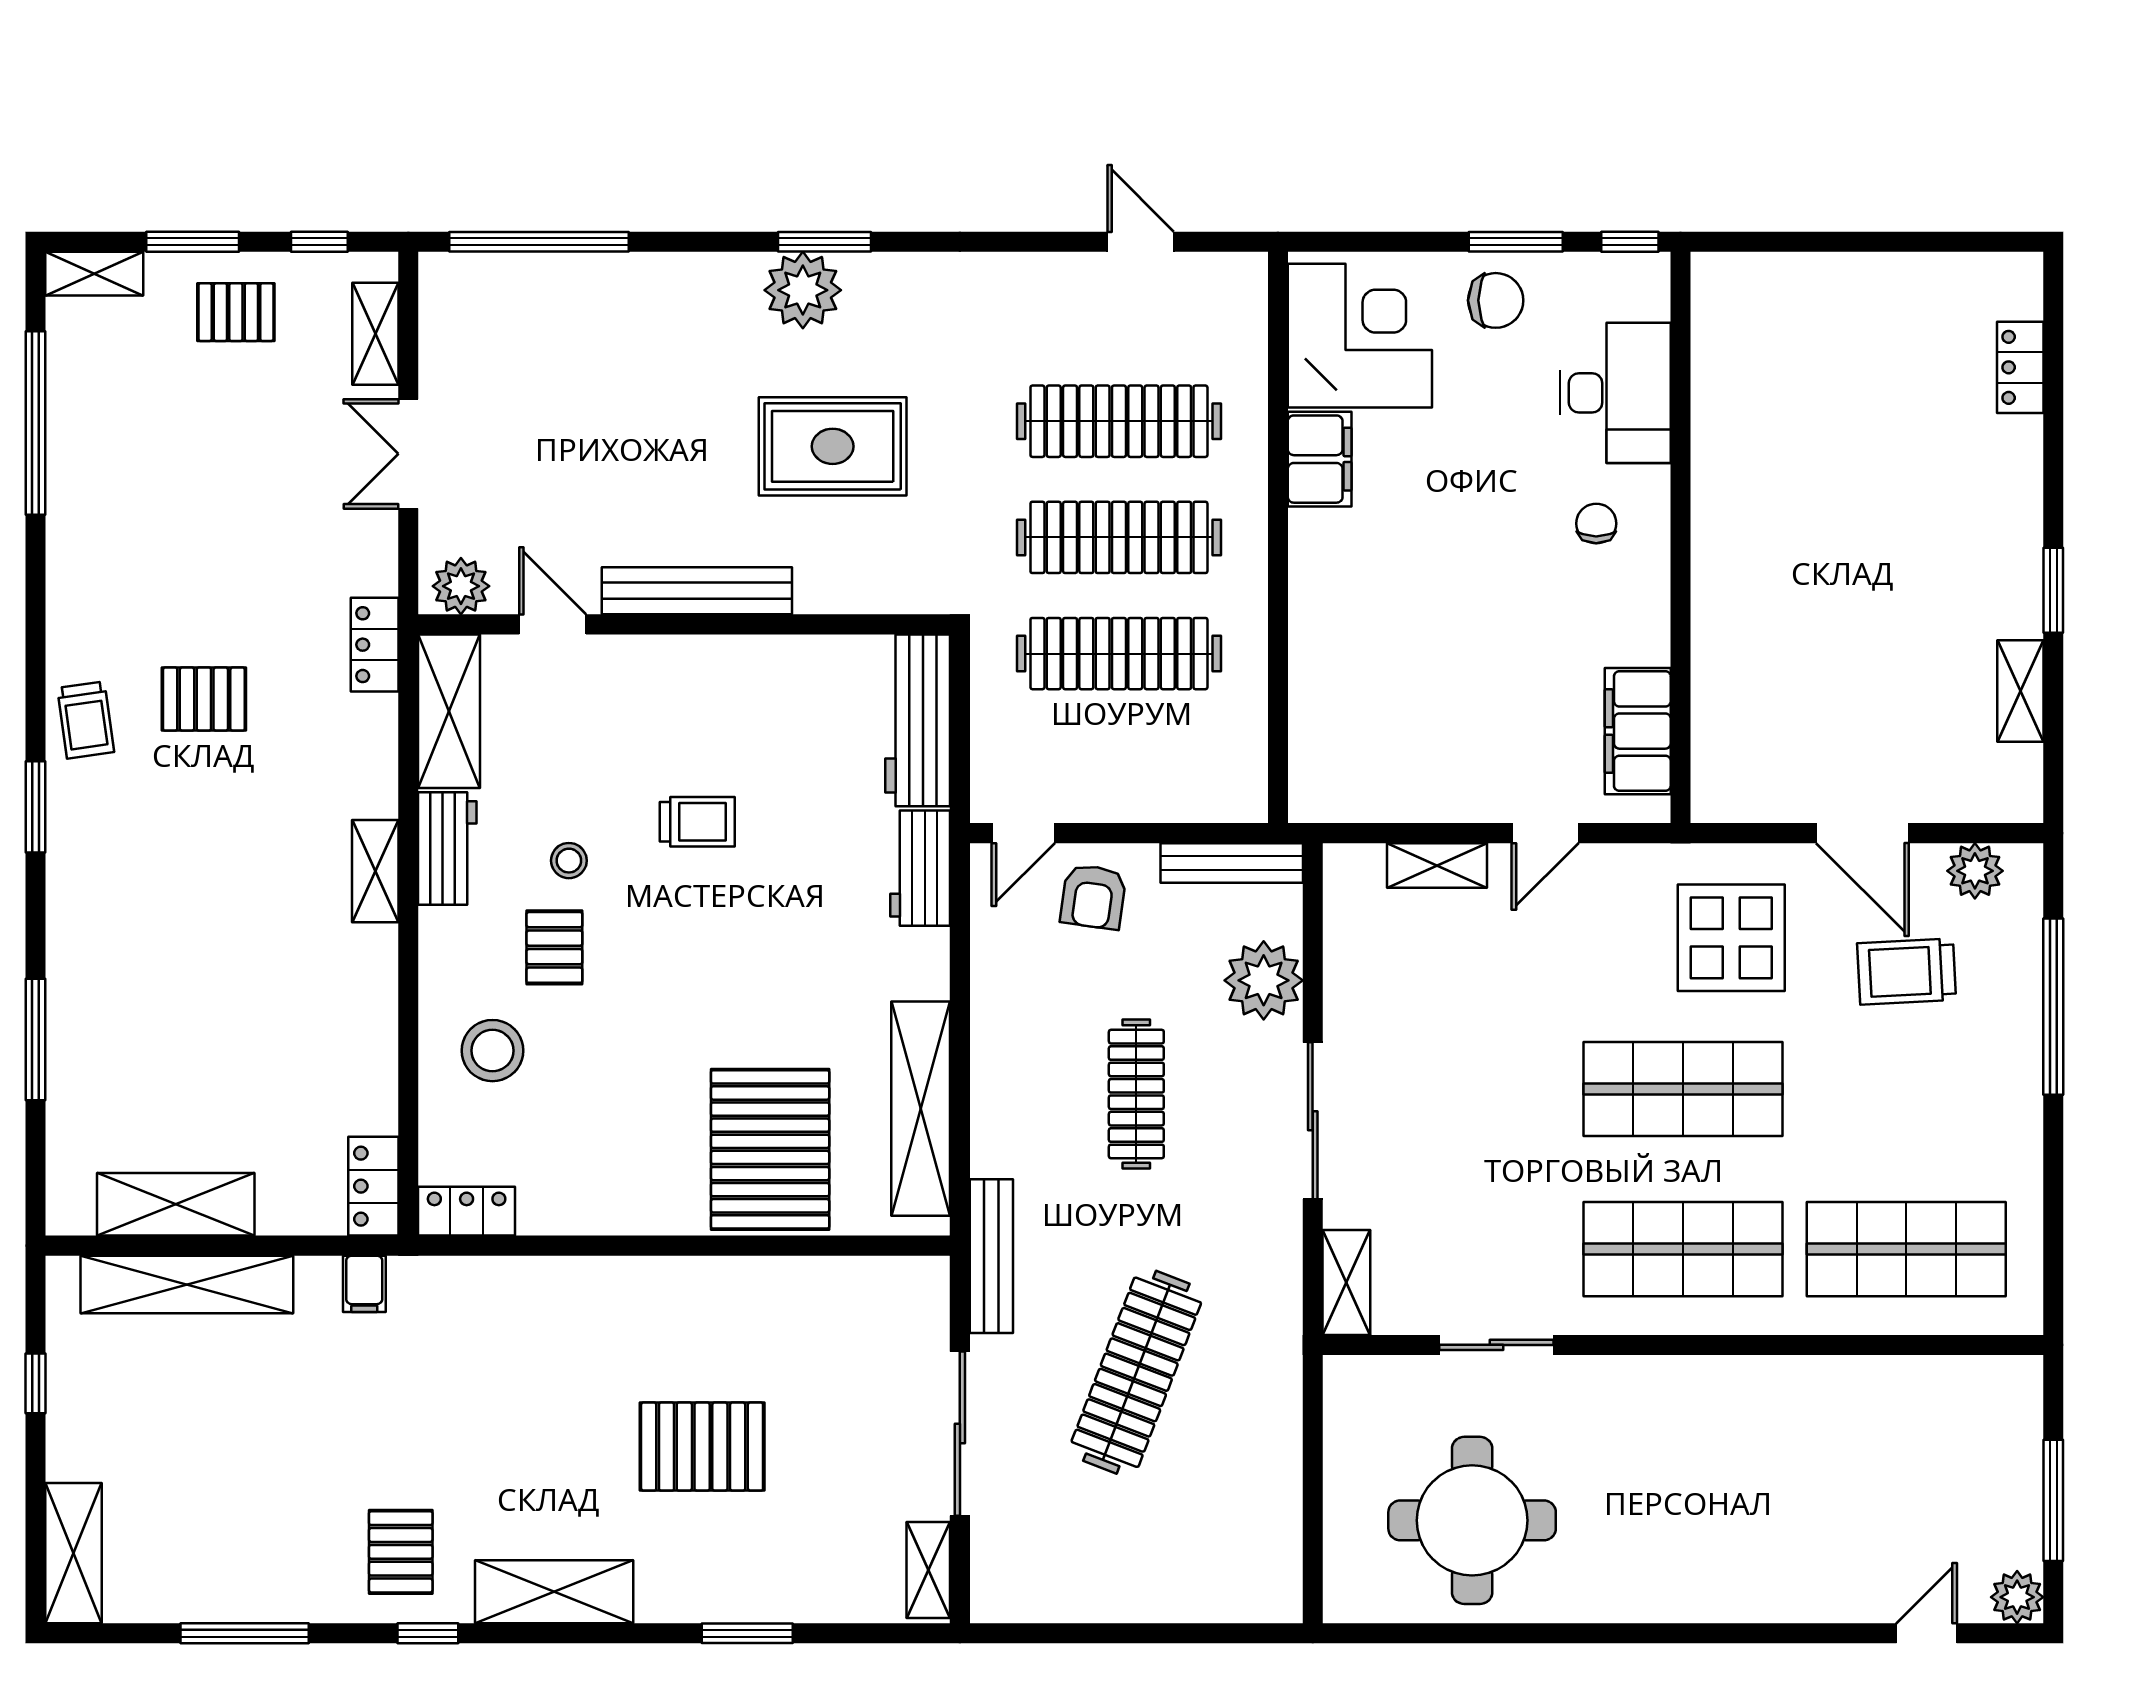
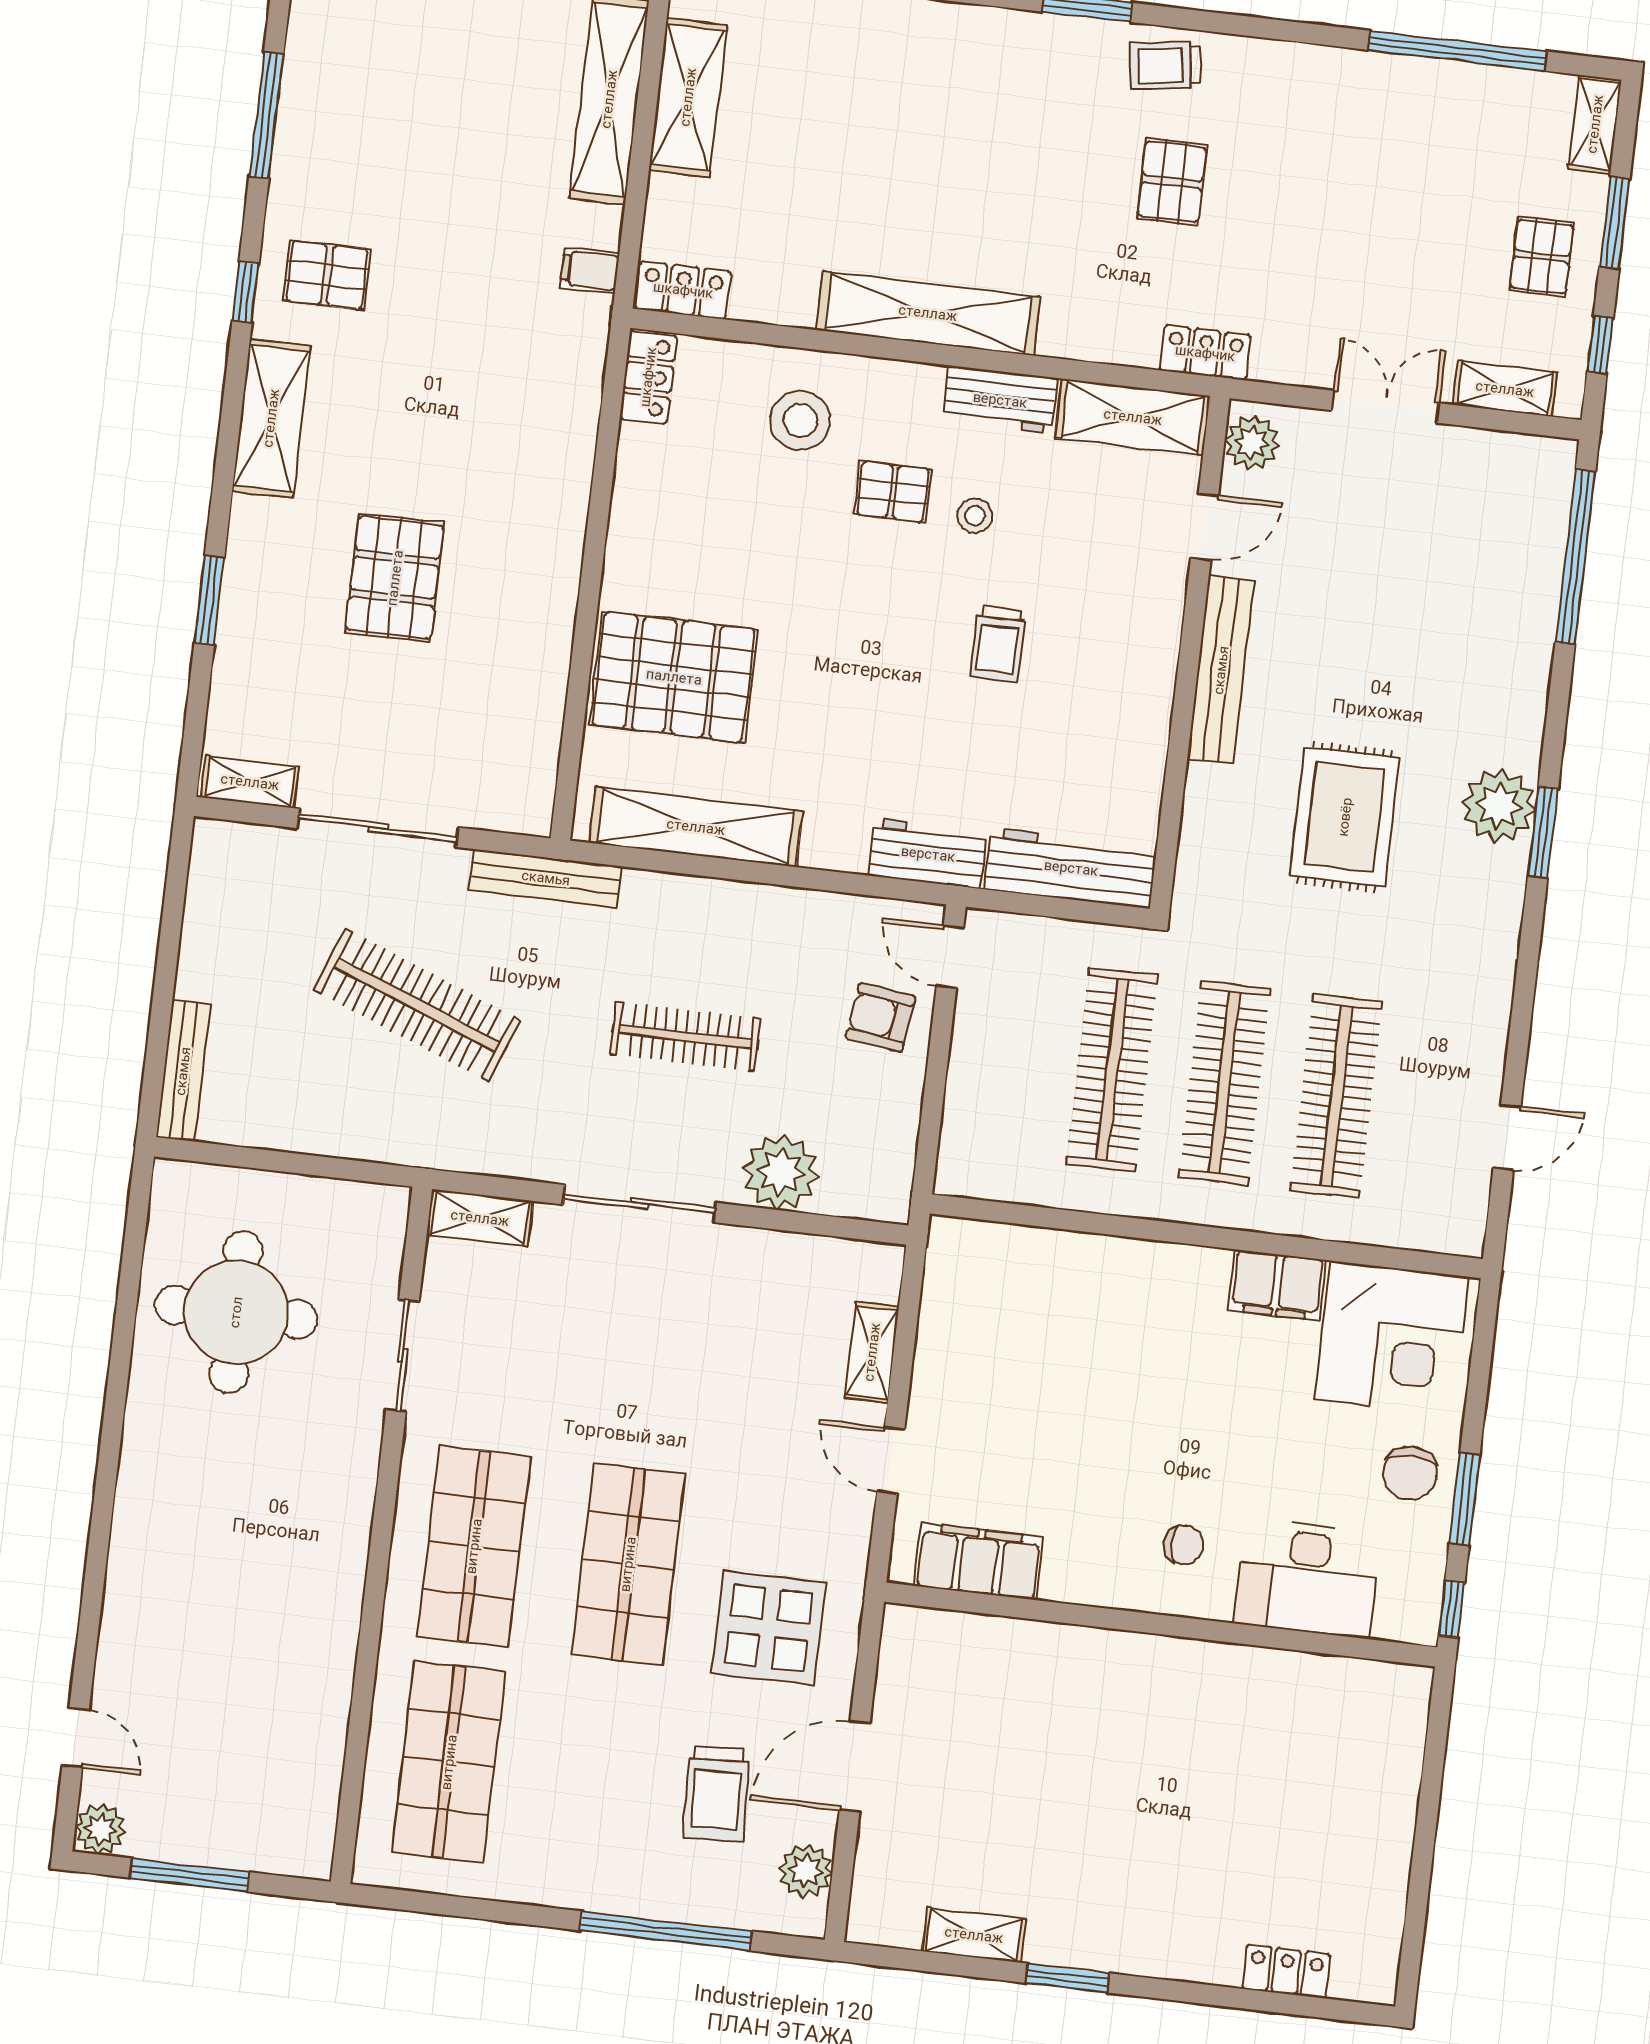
bench: (1232, 863) -> (183, 1071), moved
shelving: (375, 871) -> (928, 313), width x2.20, depth x1.33
trolley: (1907, 972) -> (716, 1793), turned 180

